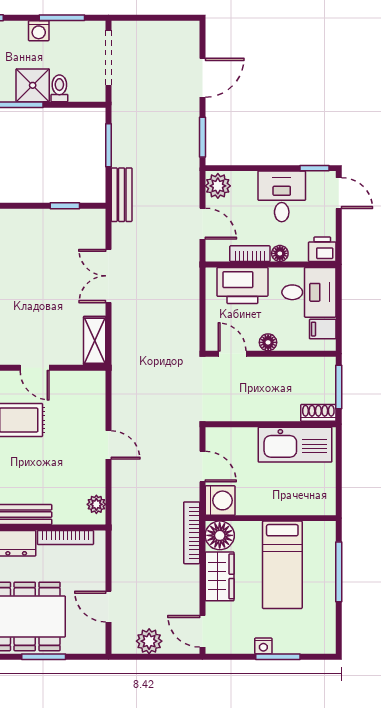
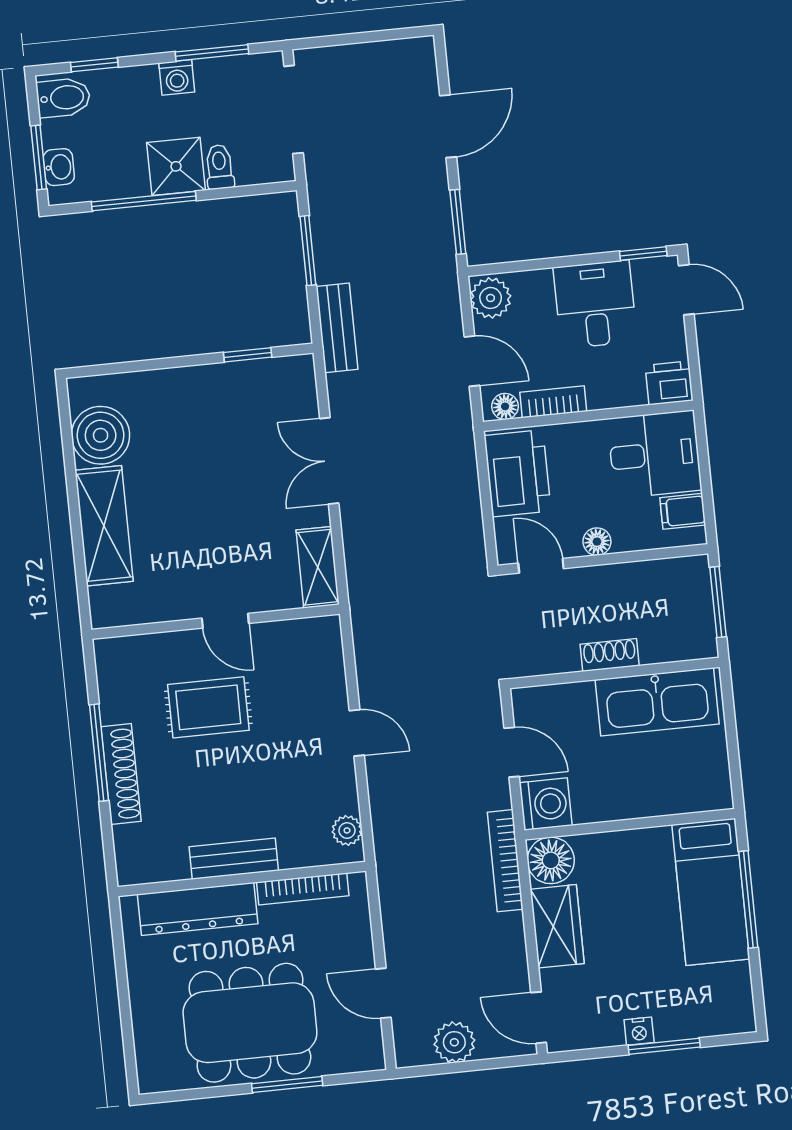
floor lamp: (280, 253) -> (505, 406), moved
printer: (242, 285) -> (518, 473), moved, turned -90
shoe rack: (318, 413) -> (610, 655), moved
bed: (282, 565) -> (711, 892), moved

